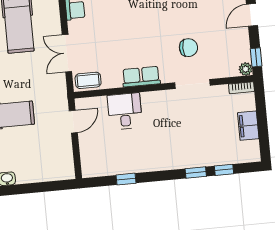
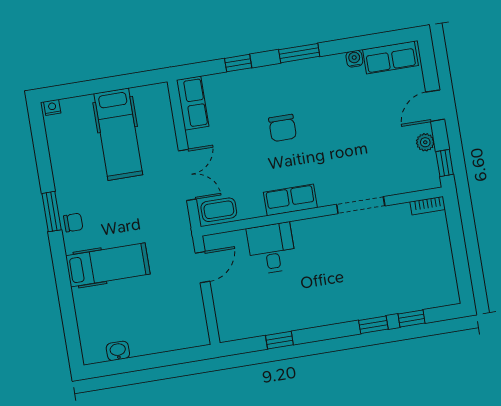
chair: (188, 48) -> (282, 128), moved, turned 90
double door: (67, 53) -> (187, 175), swing flipped
plant: (246, 69) -> (425, 142), moved
filing cabinet: (248, 126) -> (440, 256), removed

